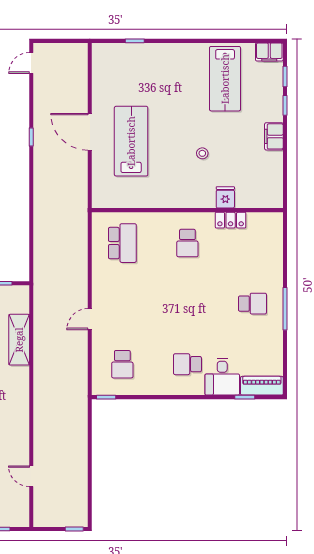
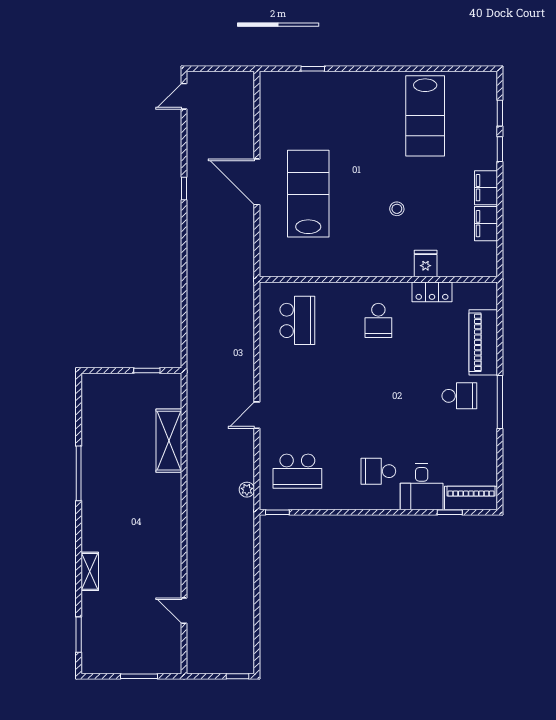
filing cabinet: (269, 52) -> (486, 224), moved, turned 90
piano: (272, 261) -> (483, 342), added
school desk: (122, 364) -> (297, 471), width x1.85
plant: (82, 379) -> (247, 490), added

